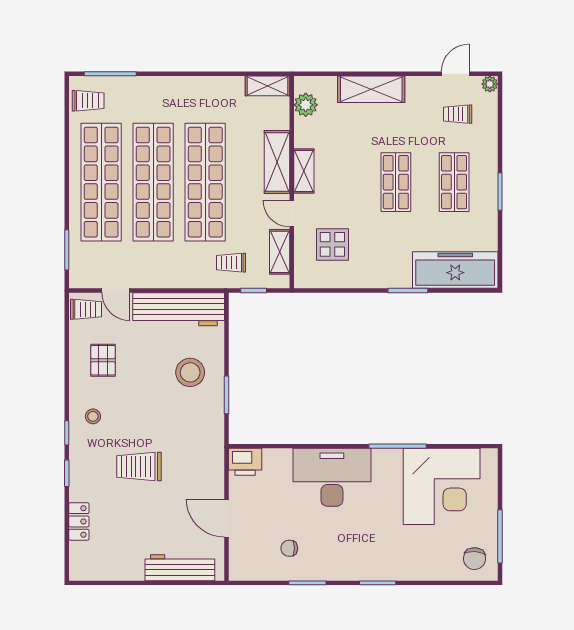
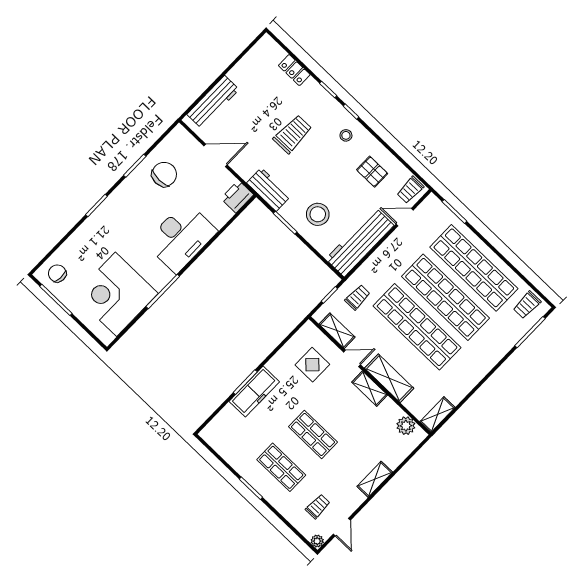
shelving: (371, 89) -> (375, 479), width x0.67, depth x0.75
freezer: (455, 270) -> (254, 392), moved, width x0.73, depth x0.79
workbench: (211, 439) -> (269, 190), added
chair: (289, 548) -> (164, 174), width x1.87, depth x1.87

